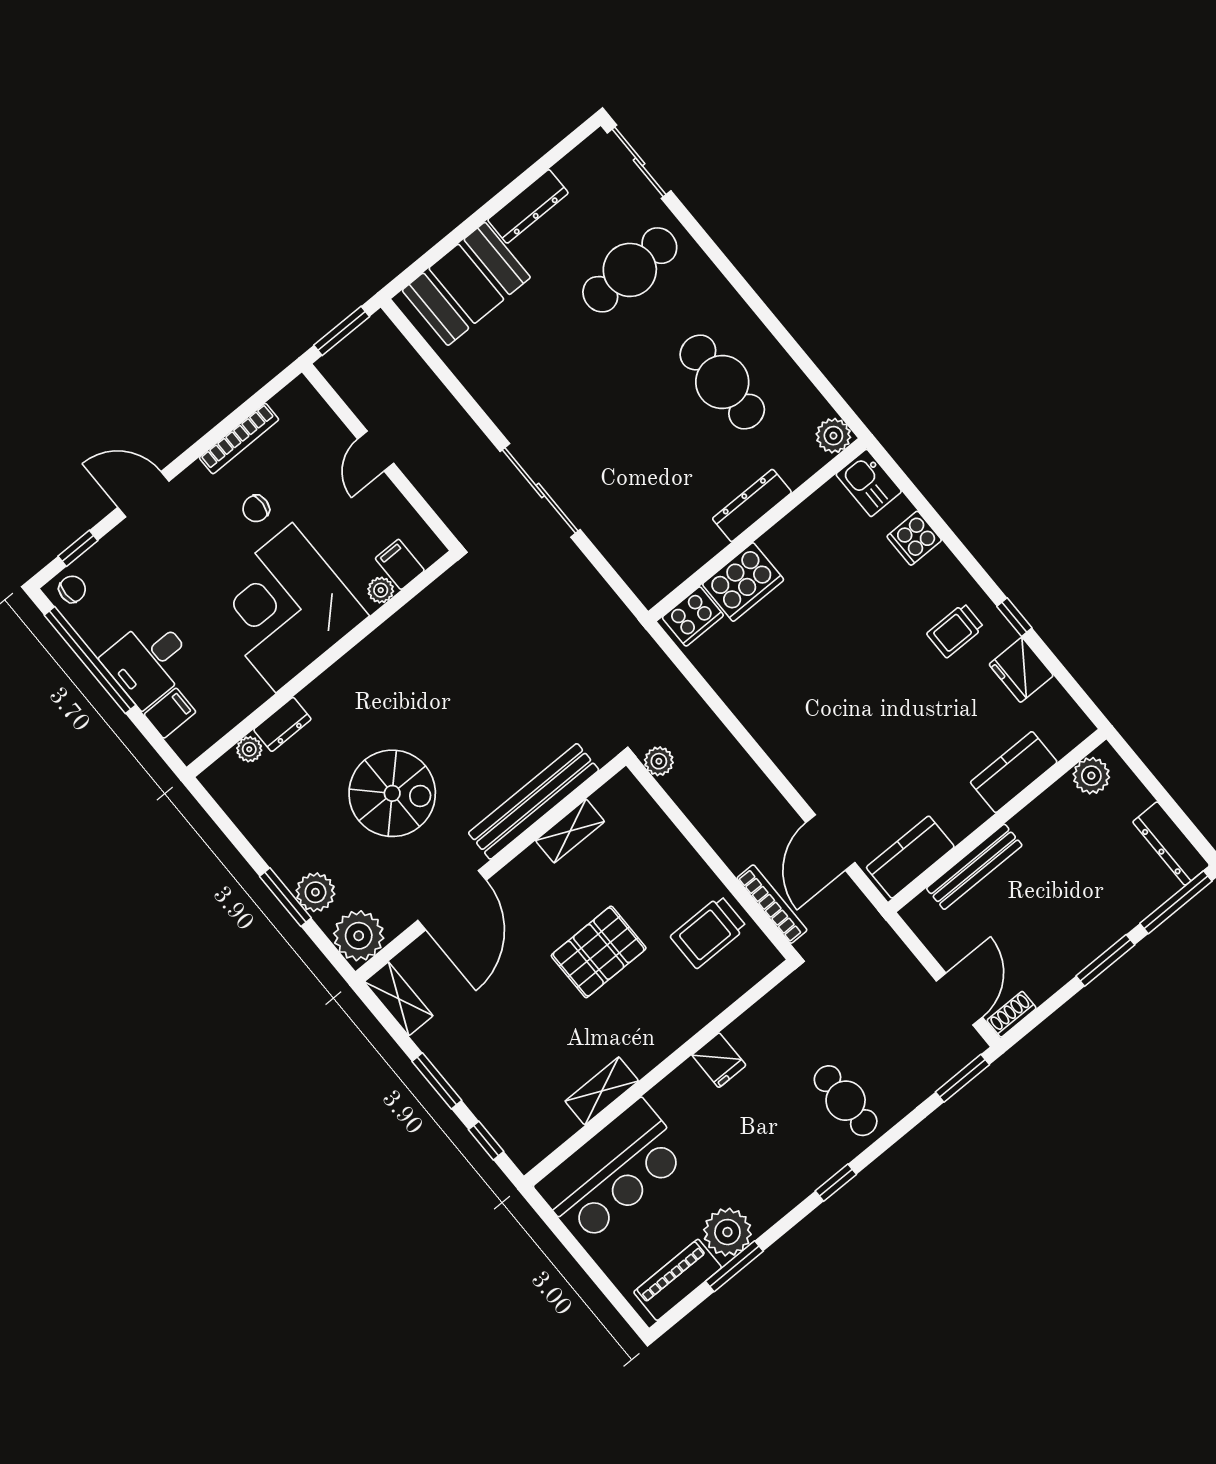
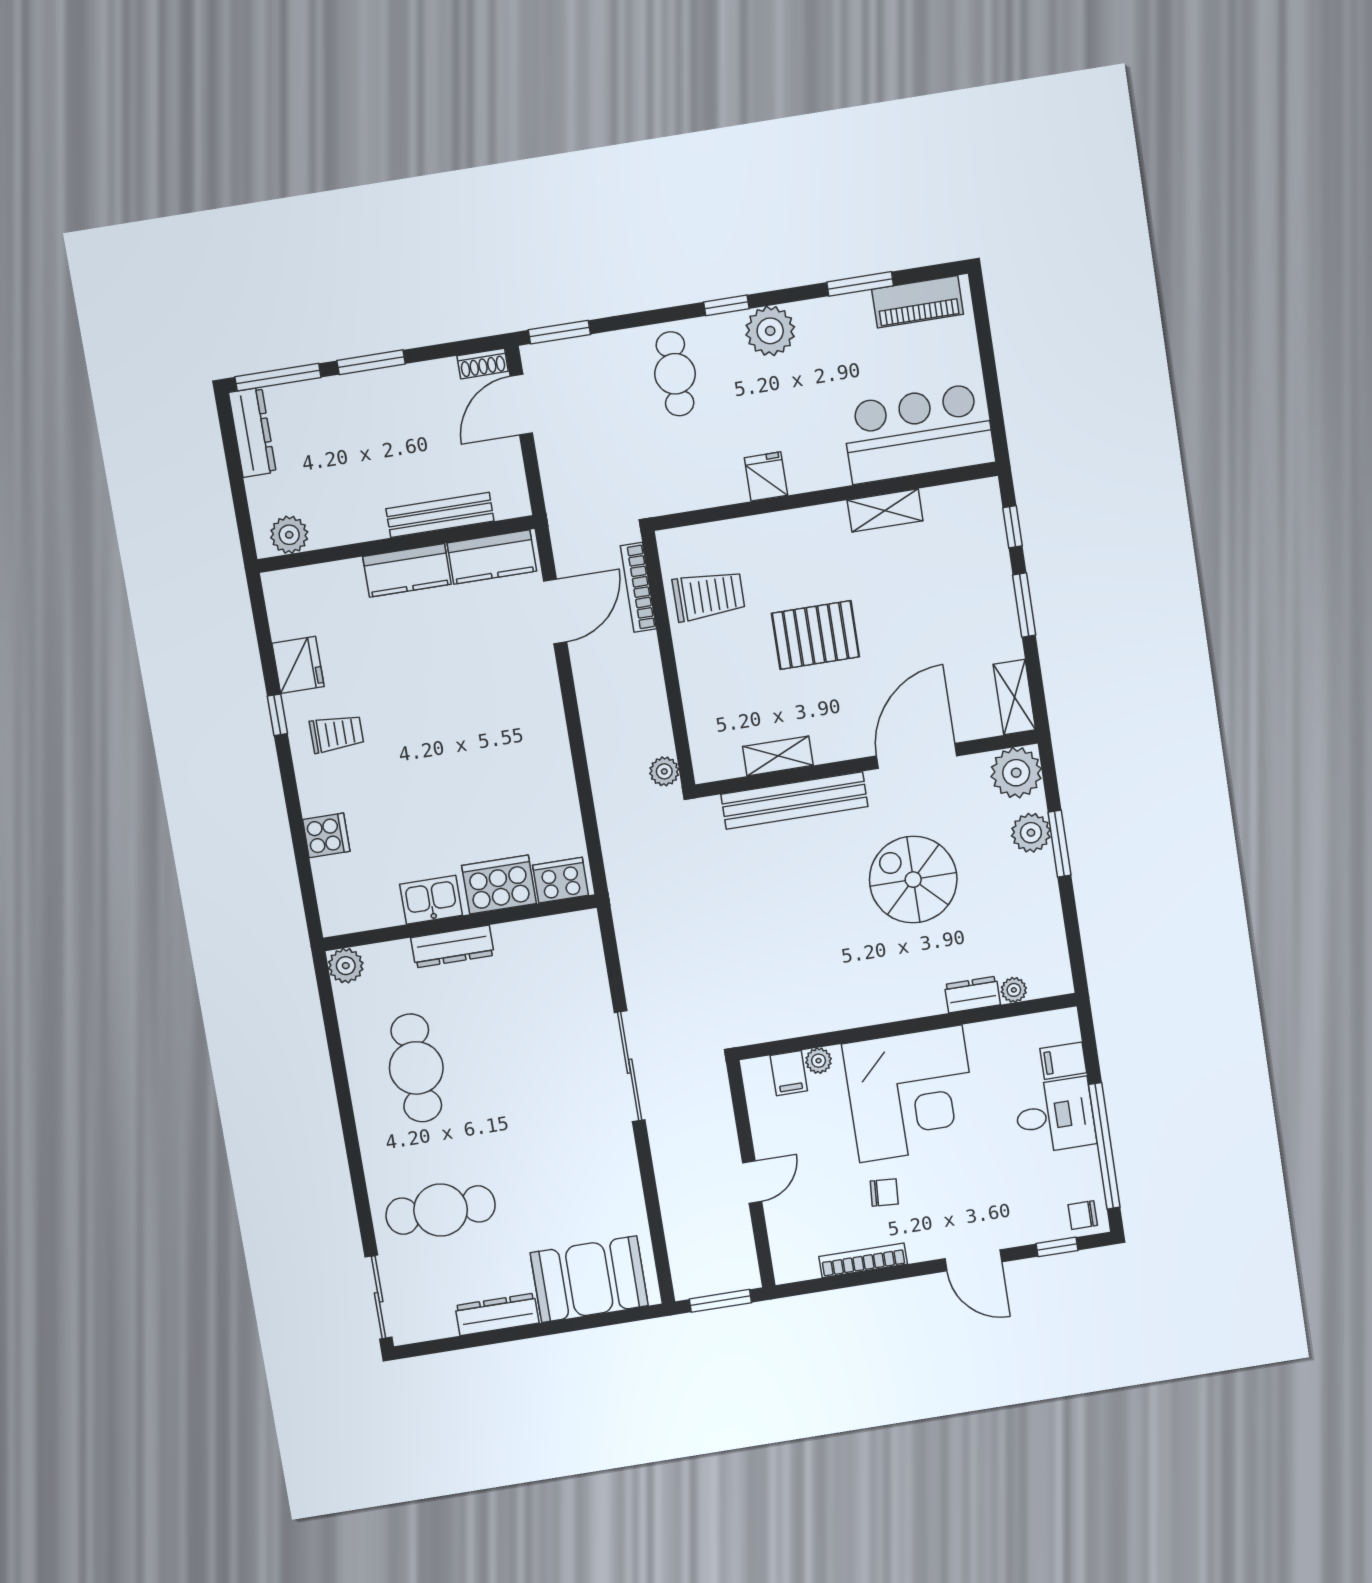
kitchen sink: (869, 483) -> (431, 900), moved, turned -90
kitchen counter: (1014, 772) -> (407, 570), moved
plant: (727, 1232) -> (770, 331), moved

